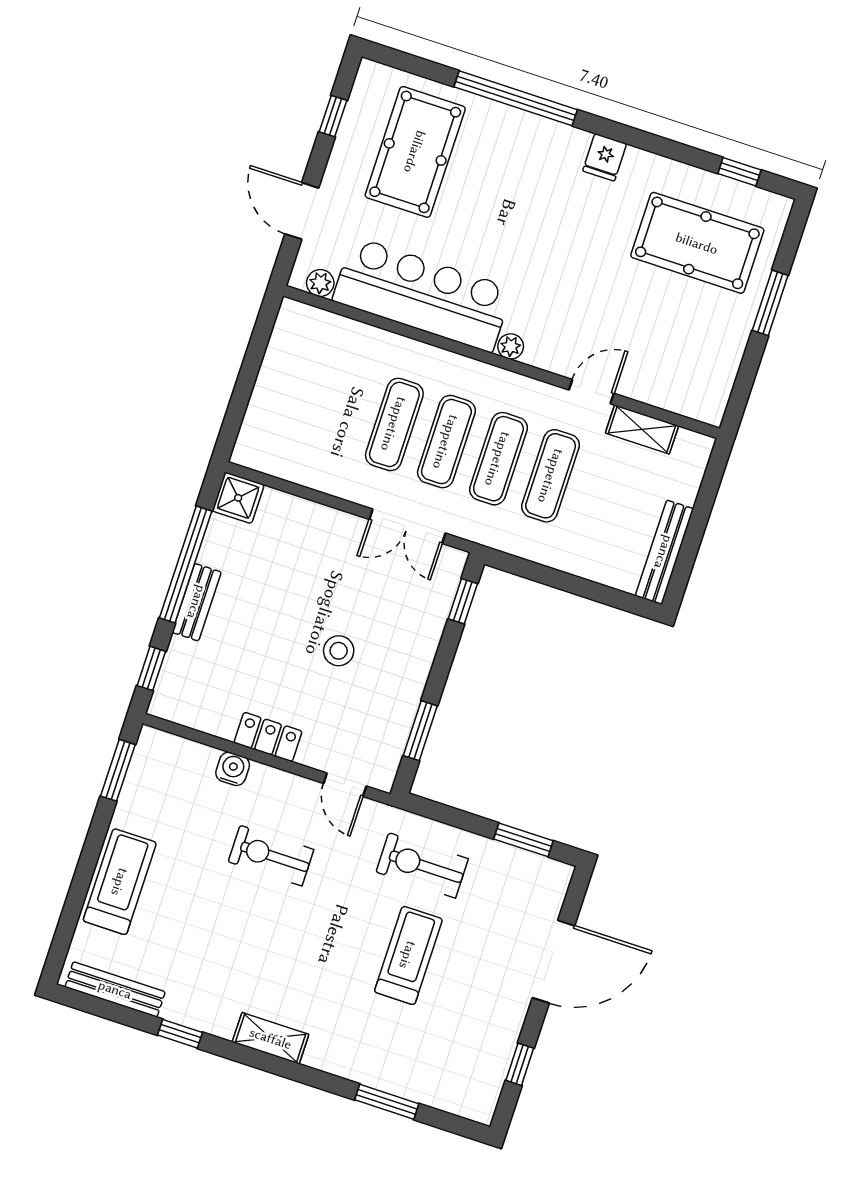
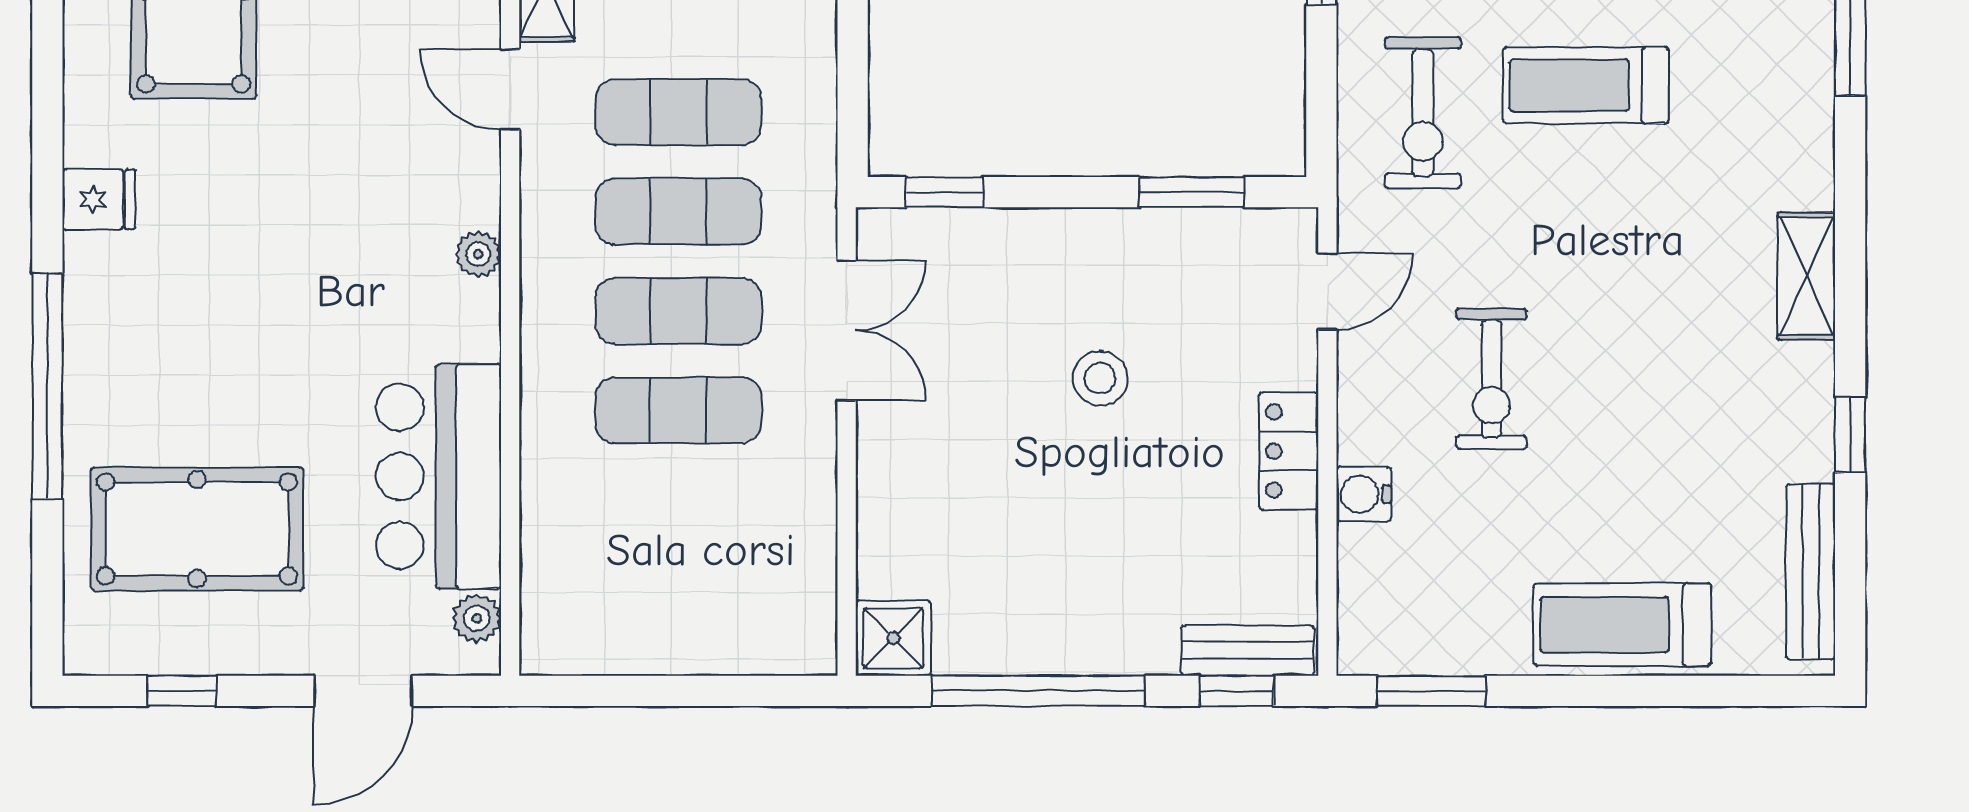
bar counter: (422, 295) -> (439, 476), width x0.73
bench: (197, 602) -> (1248, 651), moved

